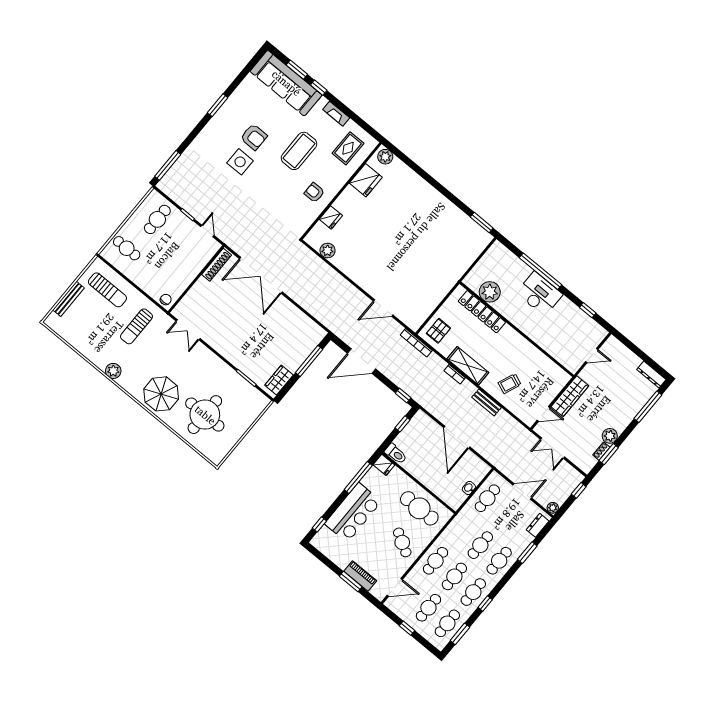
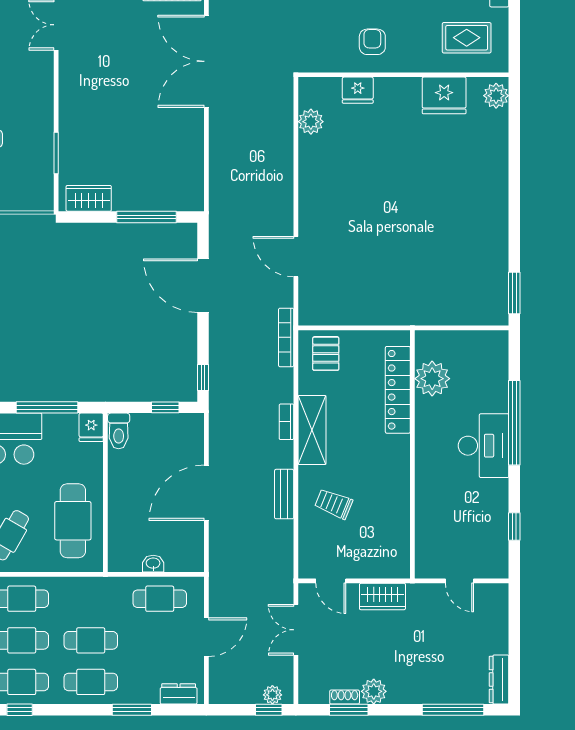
pallet: (438, 331) -> (326, 354), turned 90
wardrobe: (570, 396) -> (382, 597), width x0.67
door: (522, 491) -> (206, 637), hinge flipped
plant: (553, 508) -> (272, 695), moved

